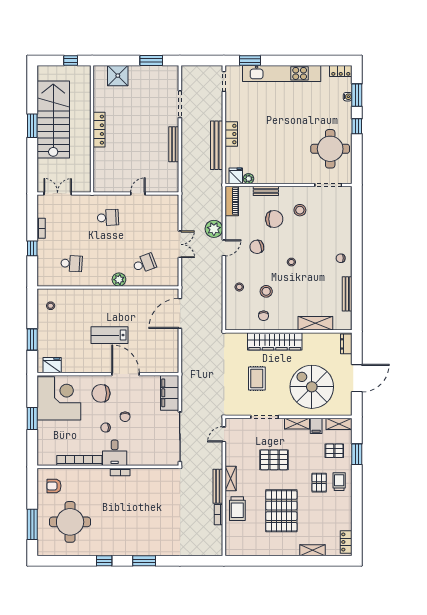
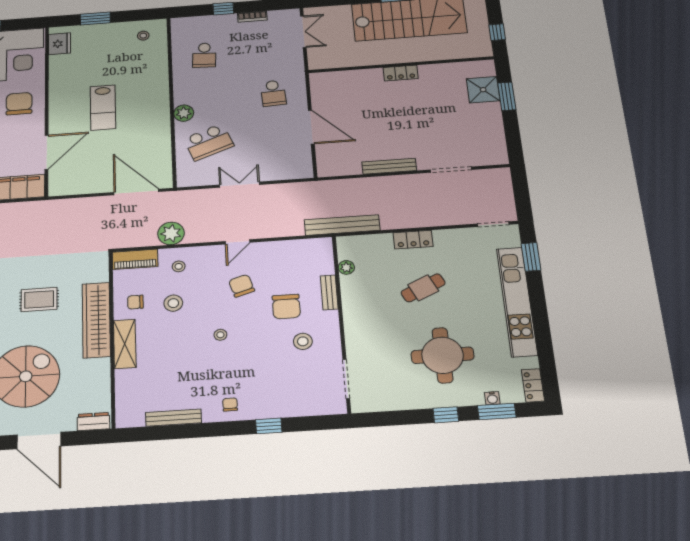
window: (151, 60) -> (507, 96), moved
locker: (99, 130) -> (401, 73), width x0.66
cafe table: (267, 131) -> (423, 288), added
bench: (217, 145) -> (342, 225), moved
round table: (330, 149) -> (443, 355), moved
fridge: (236, 176) -> (349, 250), removed
door: (138, 194) -> (311, 127), width x1.88
piano: (232, 201) -> (135, 259), moved
plant: (214, 229) -> (171, 233), moved
window: (357, 235) -> (269, 426), added
double door: (180, 244) -> (240, 185), swing flipped
door: (224, 248) -> (237, 242), hinge flipped
school desk: (144, 263) -> (209, 142), width x1.85
shelving: (315, 323) -> (125, 344), moved
lab bench: (109, 335) -> (103, 108), turned 180
door: (126, 374) -> (46, 152), moved

